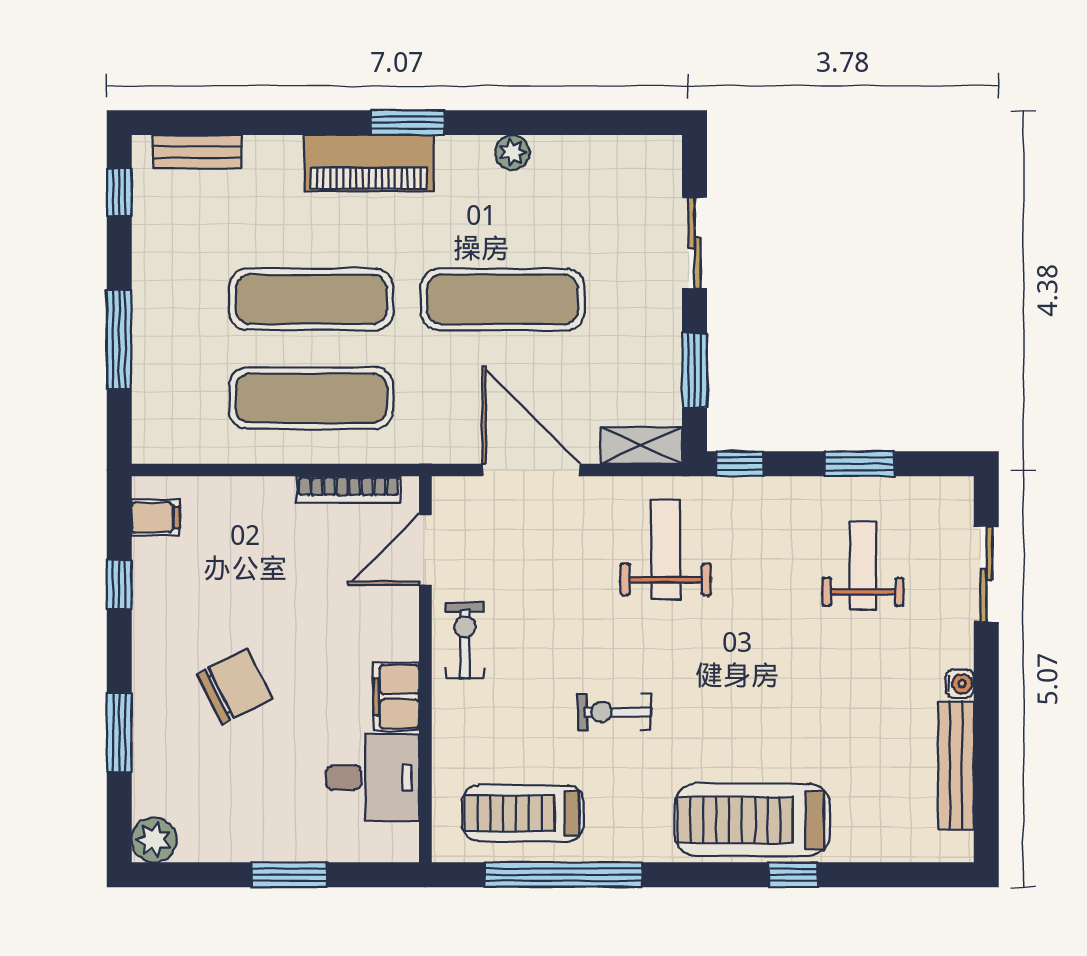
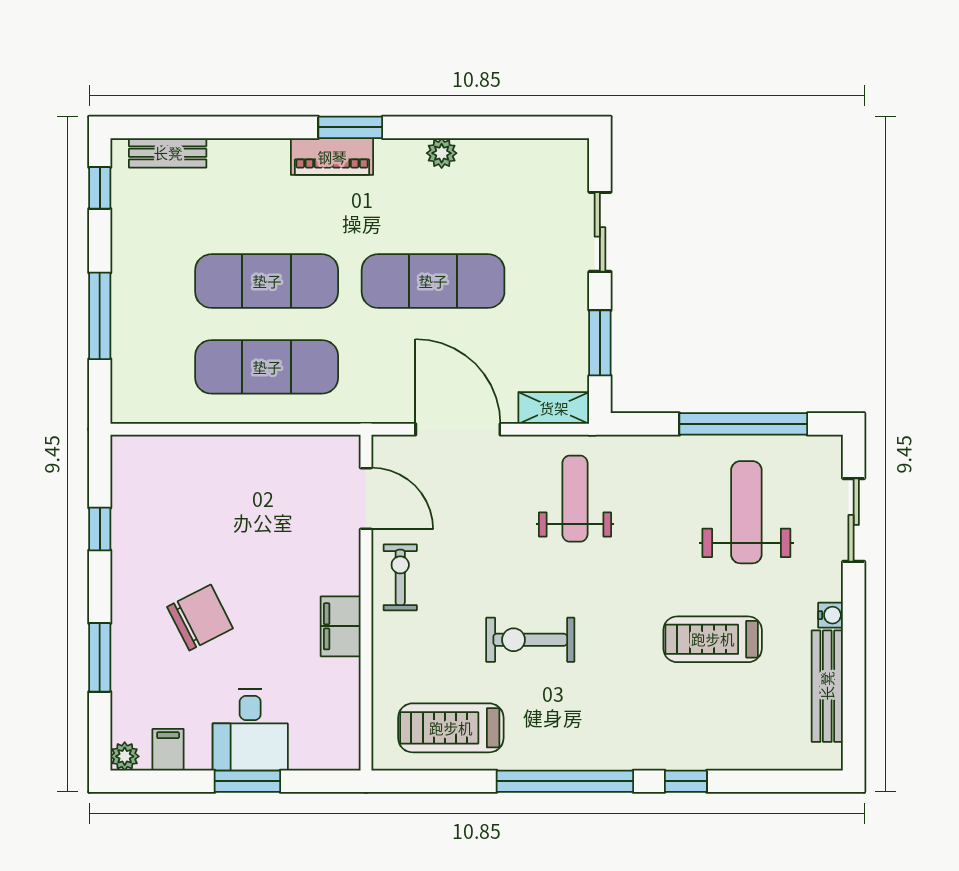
piano: (369, 163) -> (332, 157), width x0.73, depth x0.75
window: (739, 464) -> (639, 424), removed
window: (859, 464) -> (743, 424), width x2.11
bookcase: (348, 489) -> (299, 446), removed
filing cabinet: (155, 517) -> (168, 750), moved, turned -90
door: (425, 550) -> (366, 498), swing flipped
weight bench: (863, 565) -> (746, 512), width x1.36, depth x1.33
exercise bike: (614, 712) -> (530, 640), width x1.38, depth x1.39
desk: (373, 778) -> (250, 730), moved, turned 90
treadmill: (752, 820) -> (713, 639), moved, width x0.73, depth x0.73
plant: (154, 840) -> (125, 756), width x0.73, depth x0.73
window: (563, 875) -> (565, 781), moved

